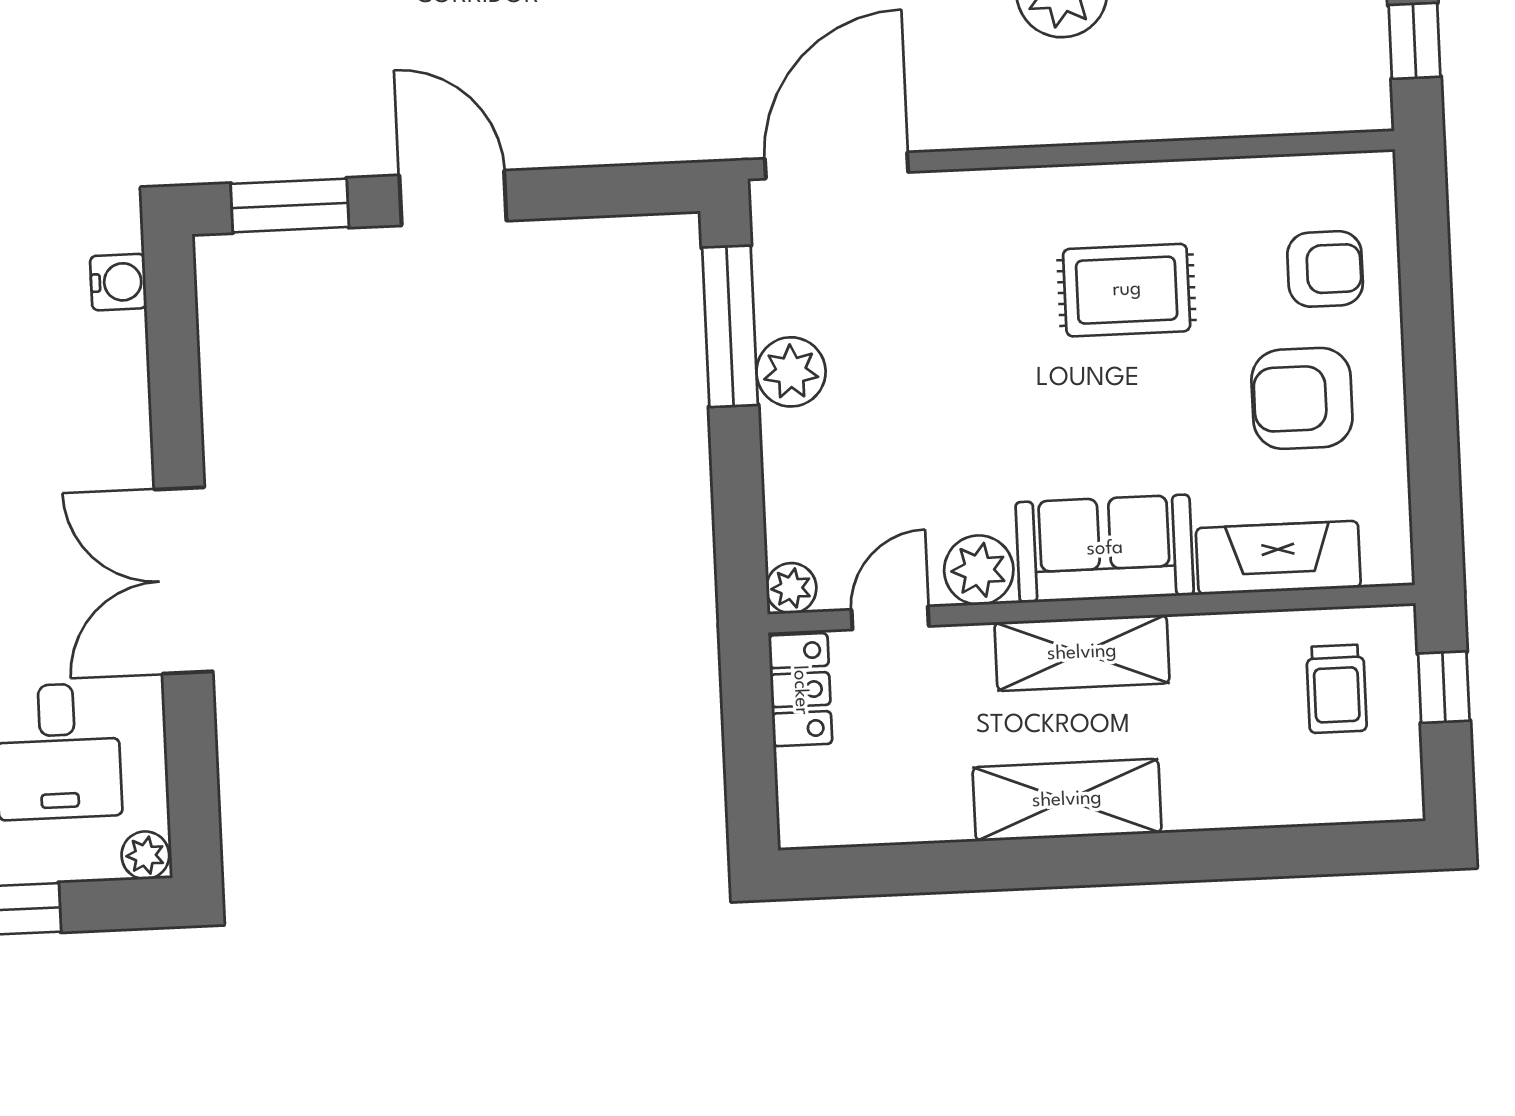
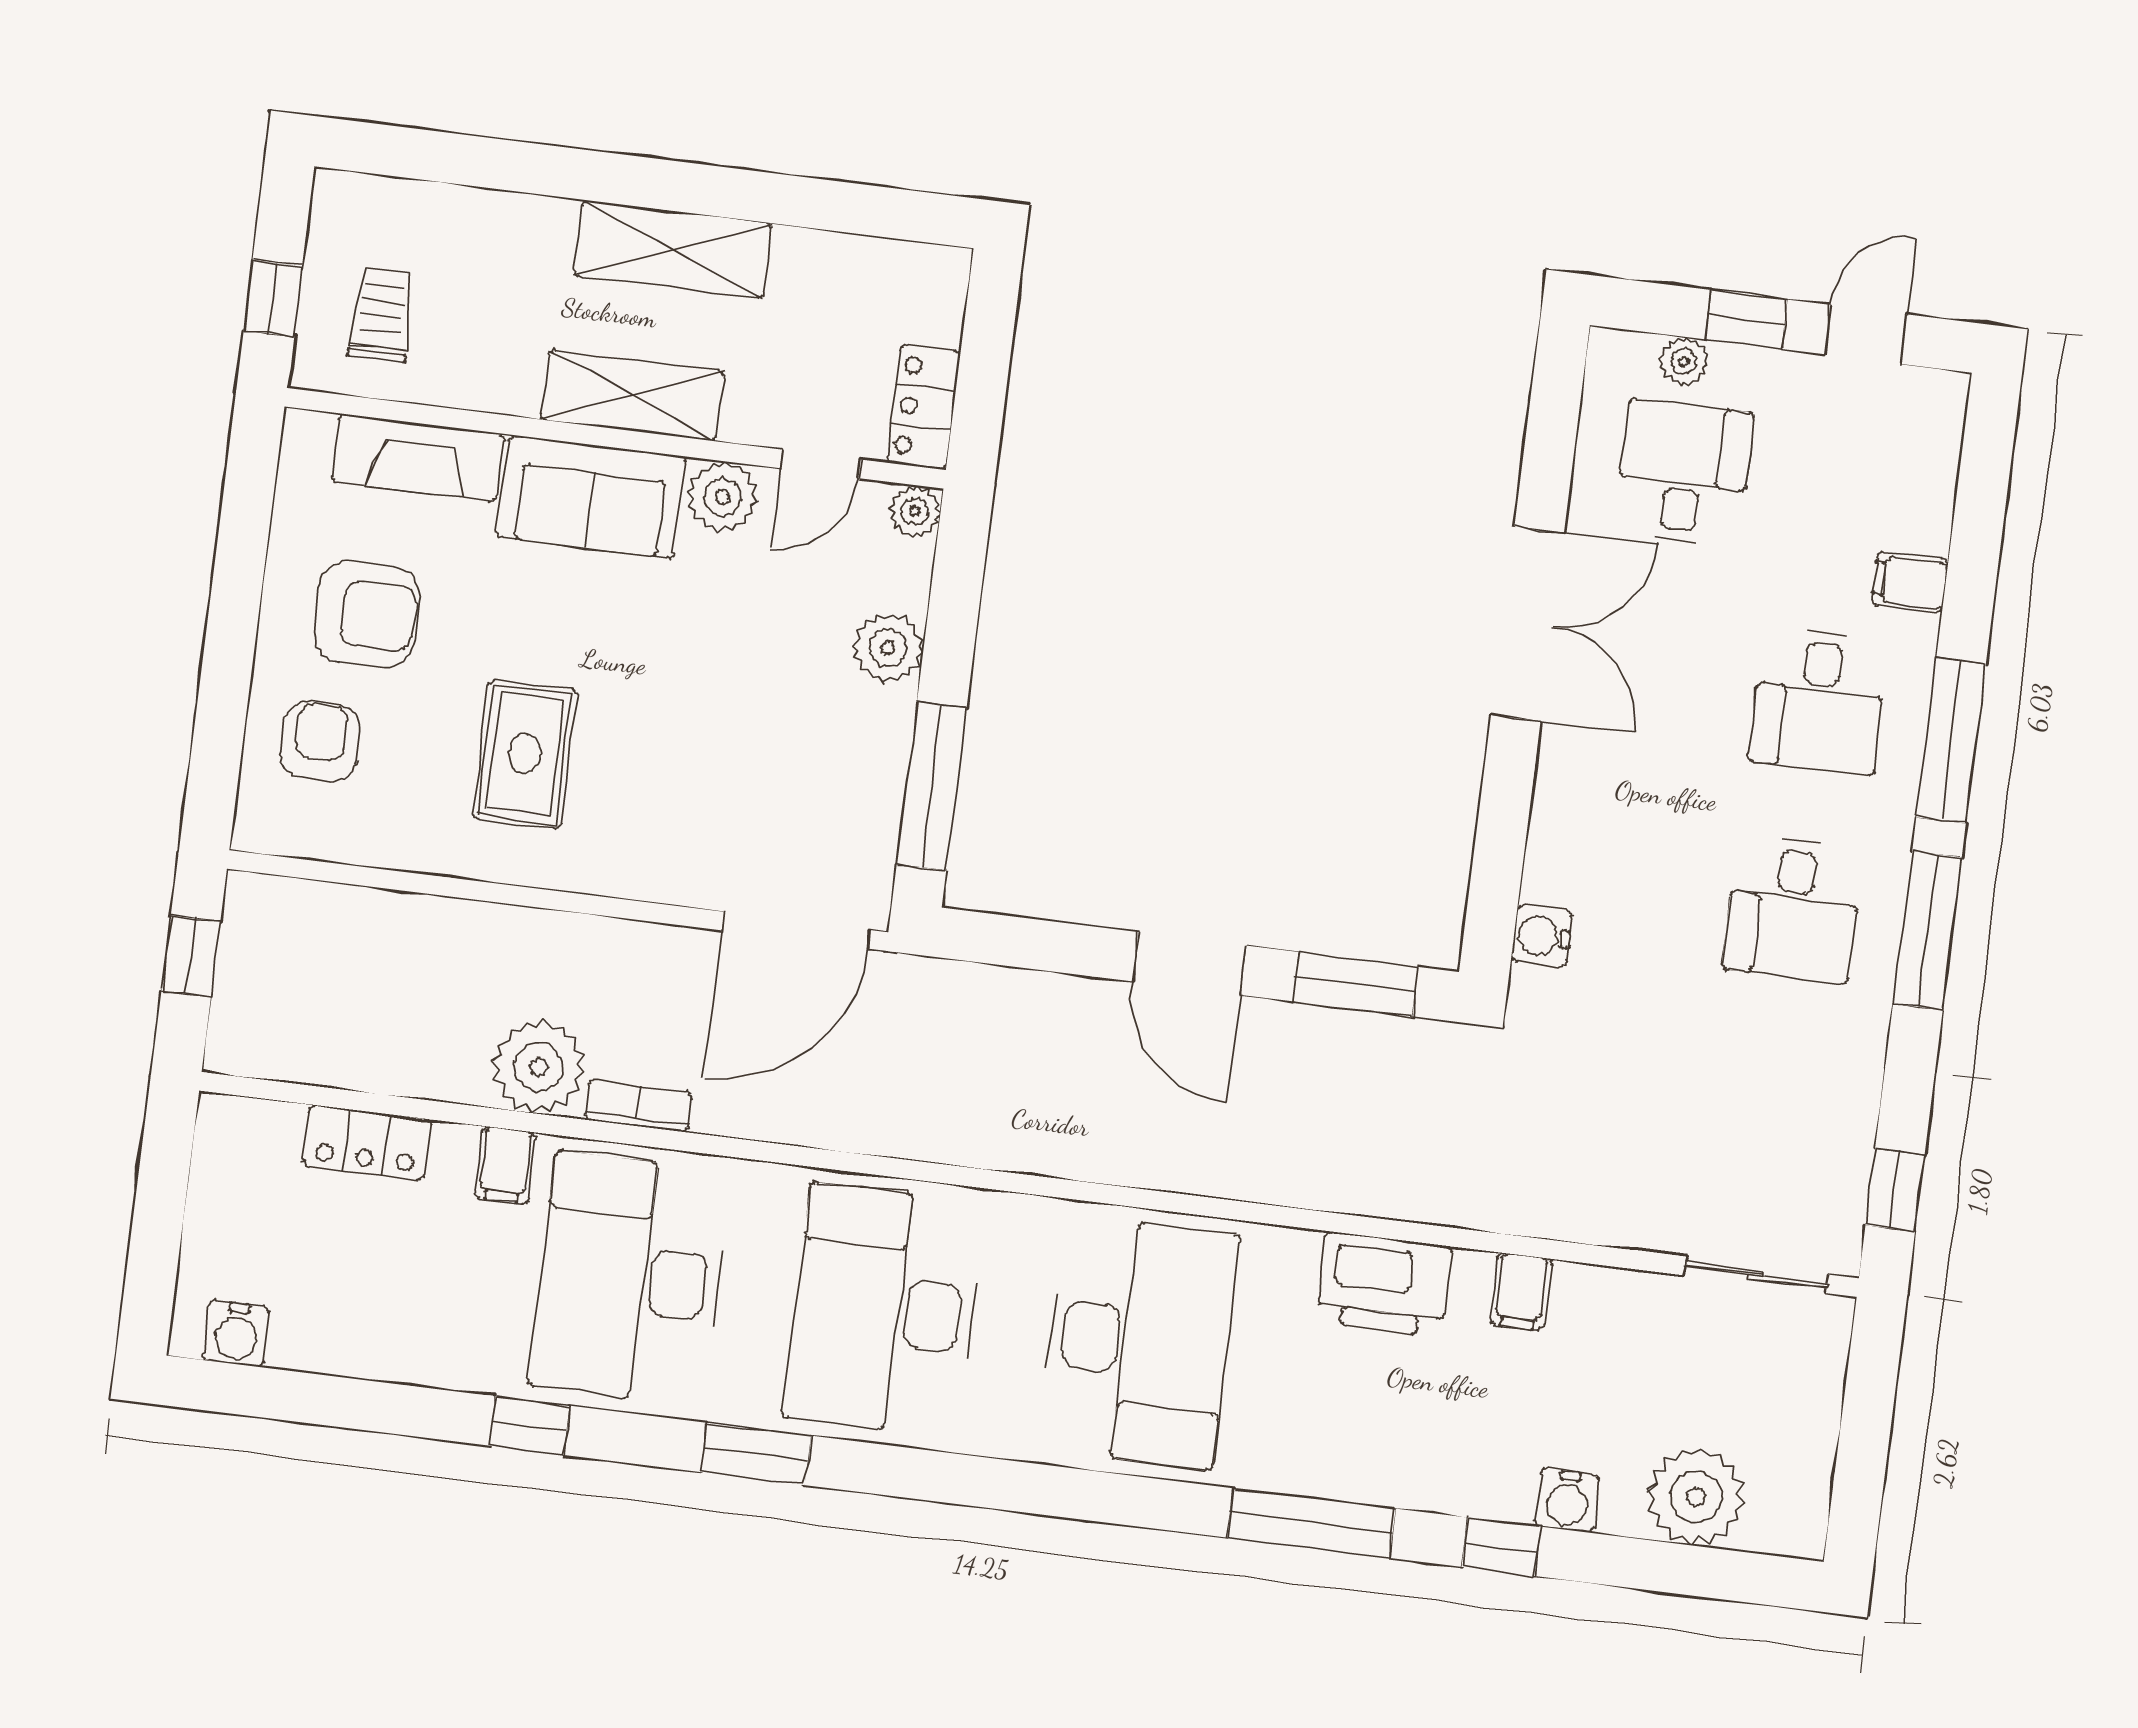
armchair: (1325, 269) -> (321, 741), turned 90
rug: (1127, 290) -> (525, 754), turned 90
plant: (791, 372) -> (888, 648), moved
plant: (145, 855) -> (1684, 361), moved

